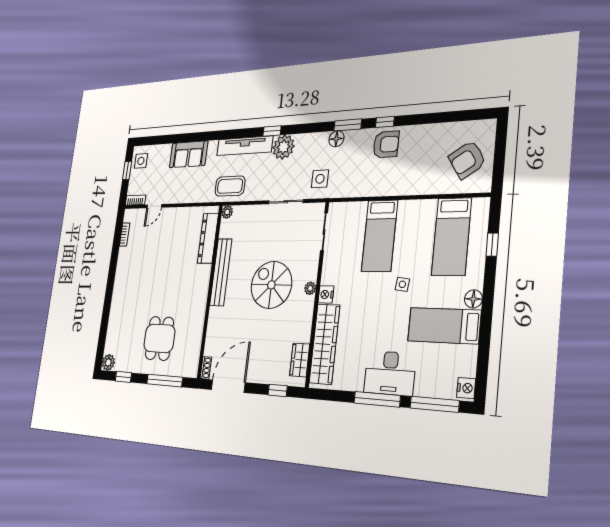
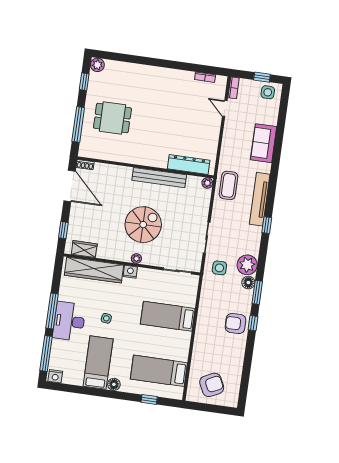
armchair: (386, 144) -> (236, 323), turned 90
plant: (283, 147) -> (247, 265), moved
armchair: (467, 160) -> (212, 385), turned 97
side table: (402, 284) -> (106, 318), moved

